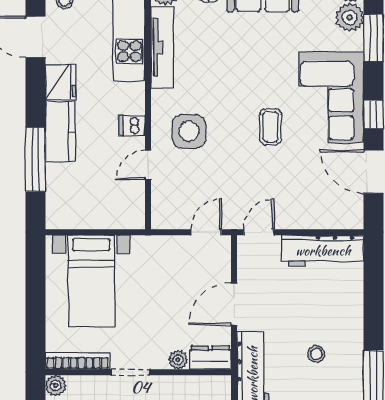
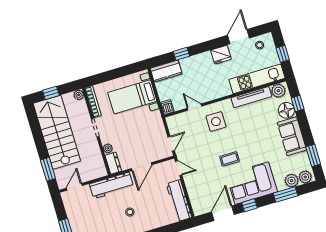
dishwasher: (132, 125) -> (167, 107), moved
kitchen counter: (60, 132) -> (166, 71), moved
window: (36, 159) -> (181, 54), width x0.46
door: (206, 232) -> (171, 144), hinge flipped
door: (234, 304) -> (142, 167), swing flipped

